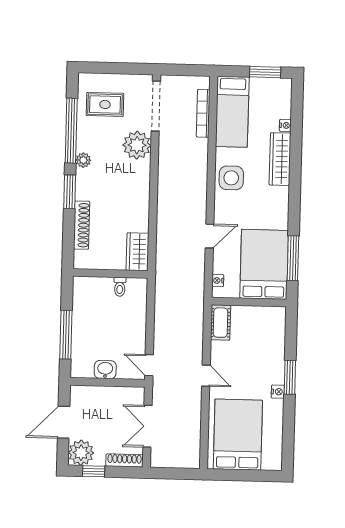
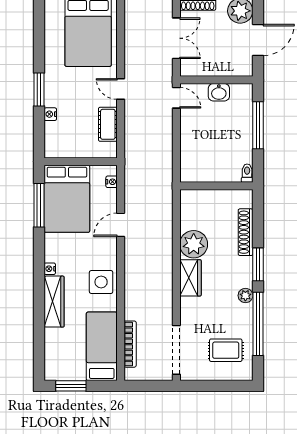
nightstand: (285, 125) -> (50, 269), moved
plant: (137, 145) -> (194, 244), moved
wardrobe: (138, 252) -> (190, 278), moved
toilet: (120, 287) -> (247, 173), moved
cot: (220, 323) -> (108, 124), moved
nightstand: (278, 392) -> (50, 114), moved

